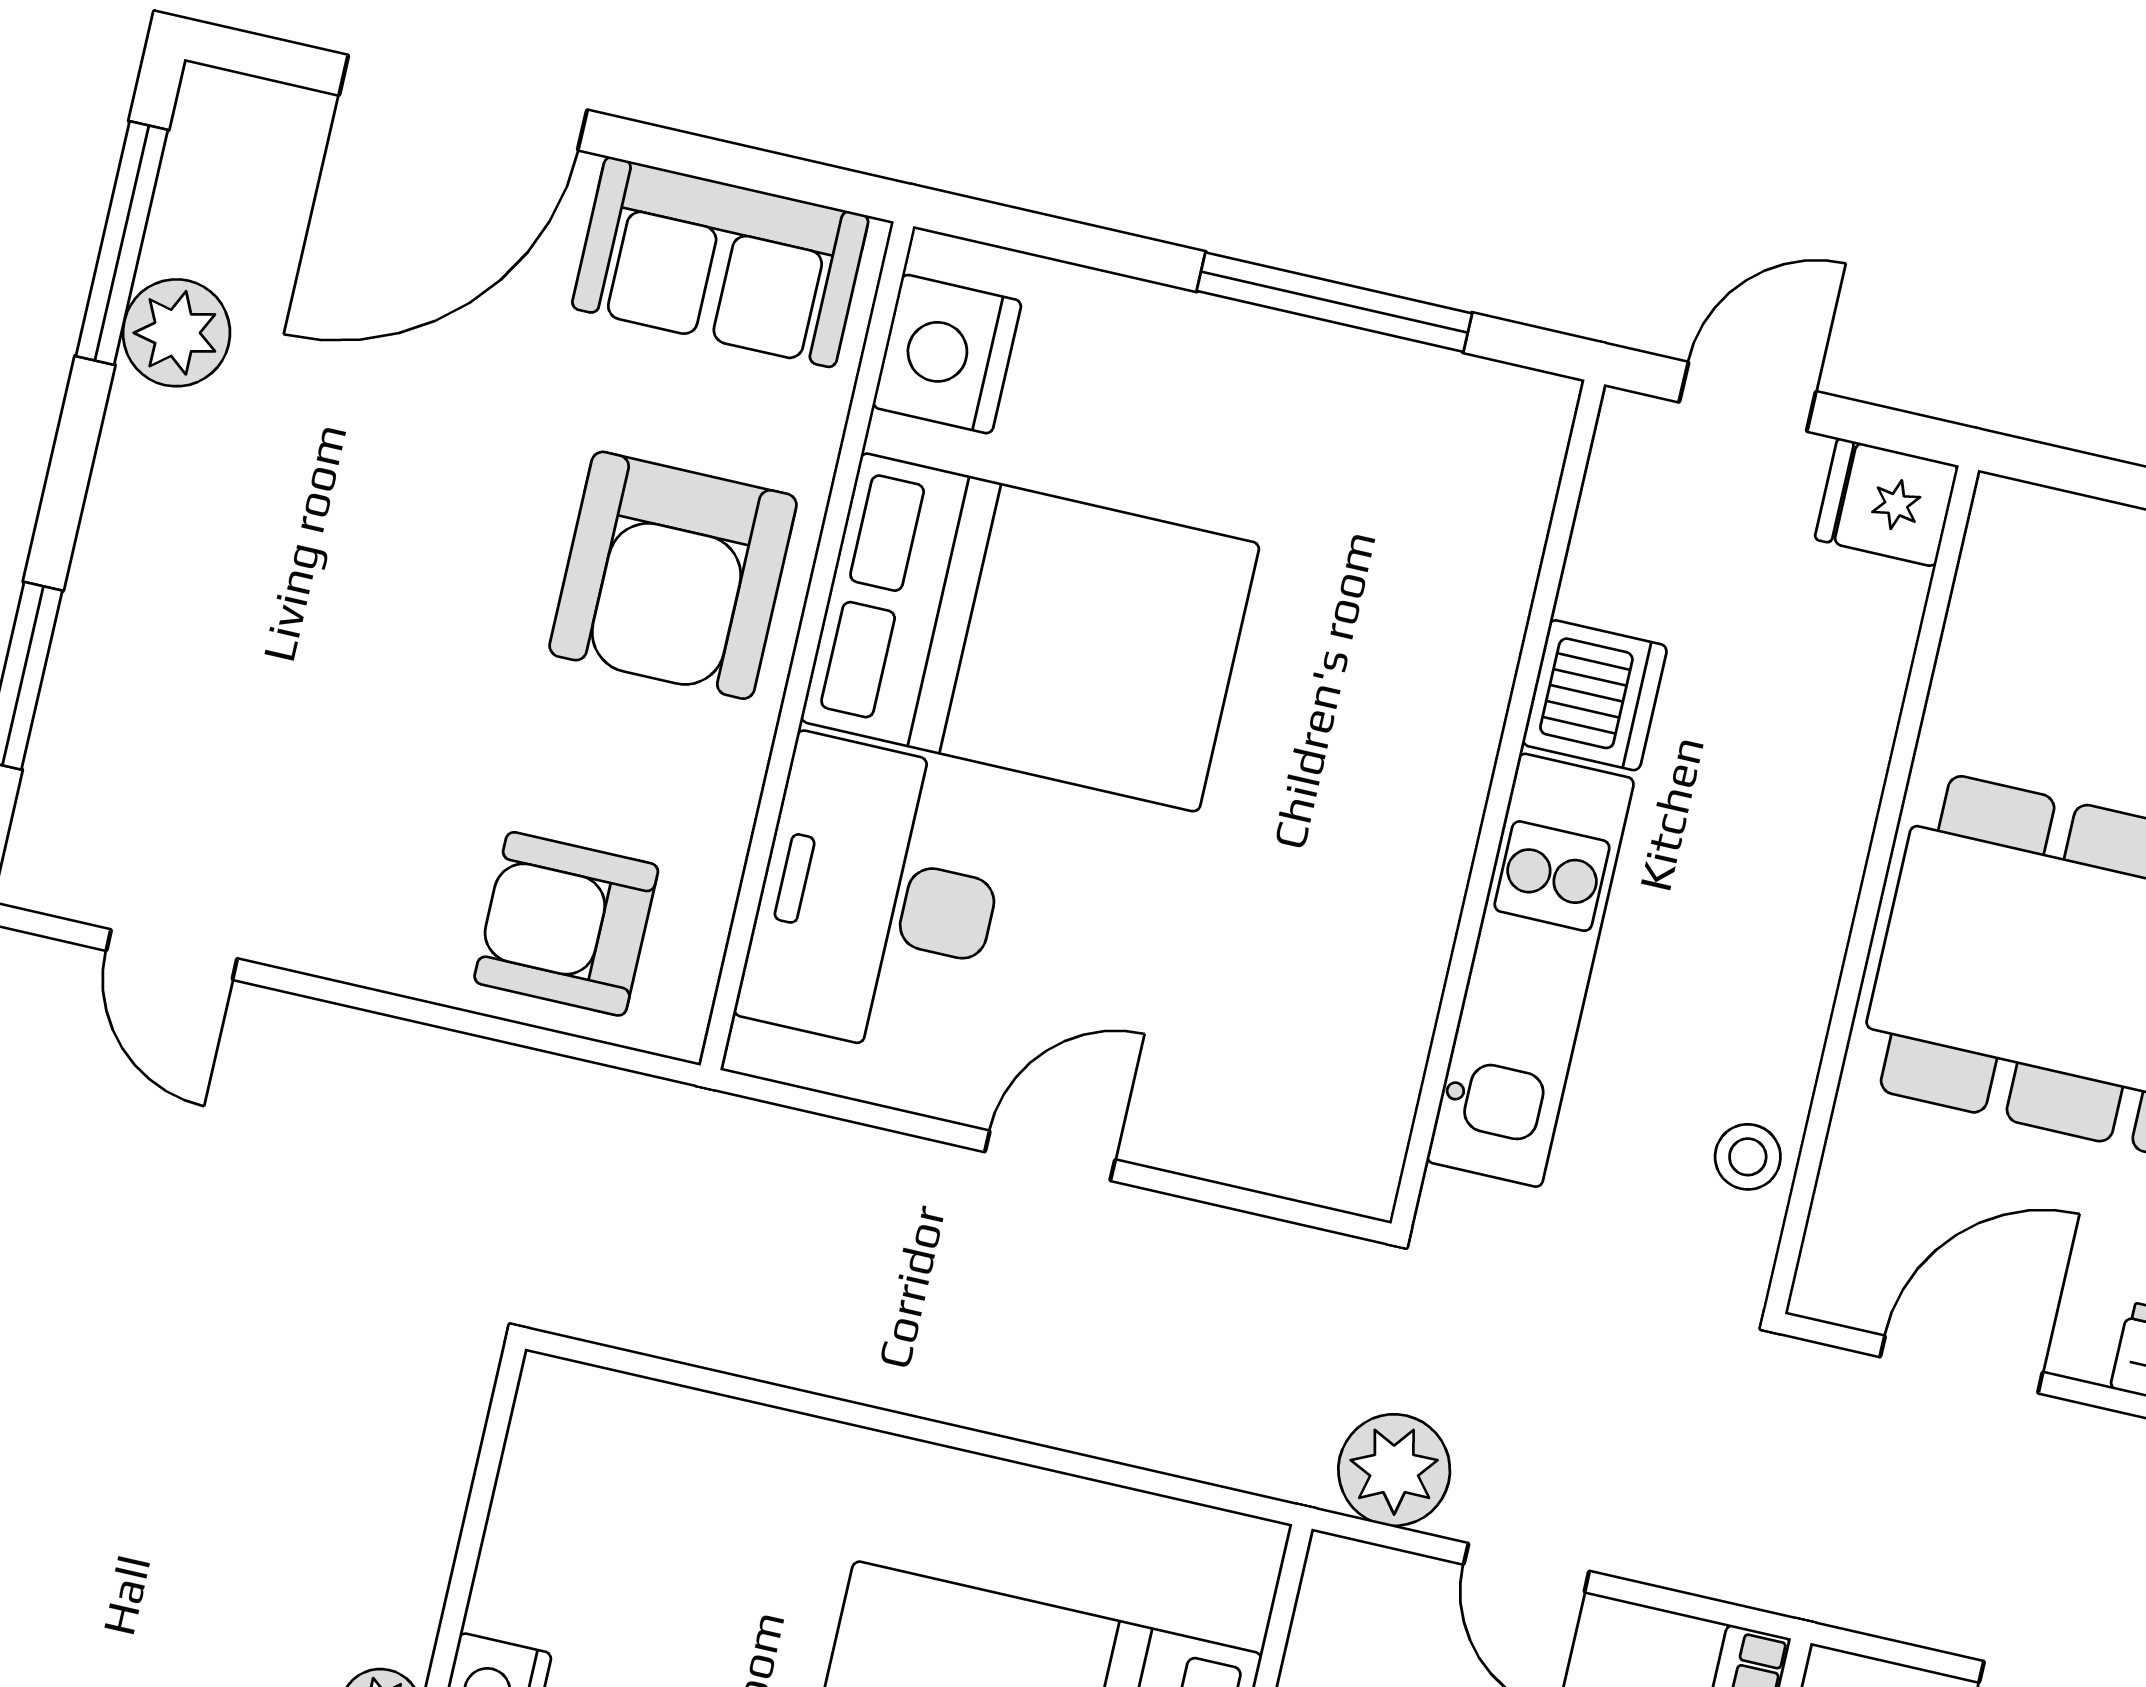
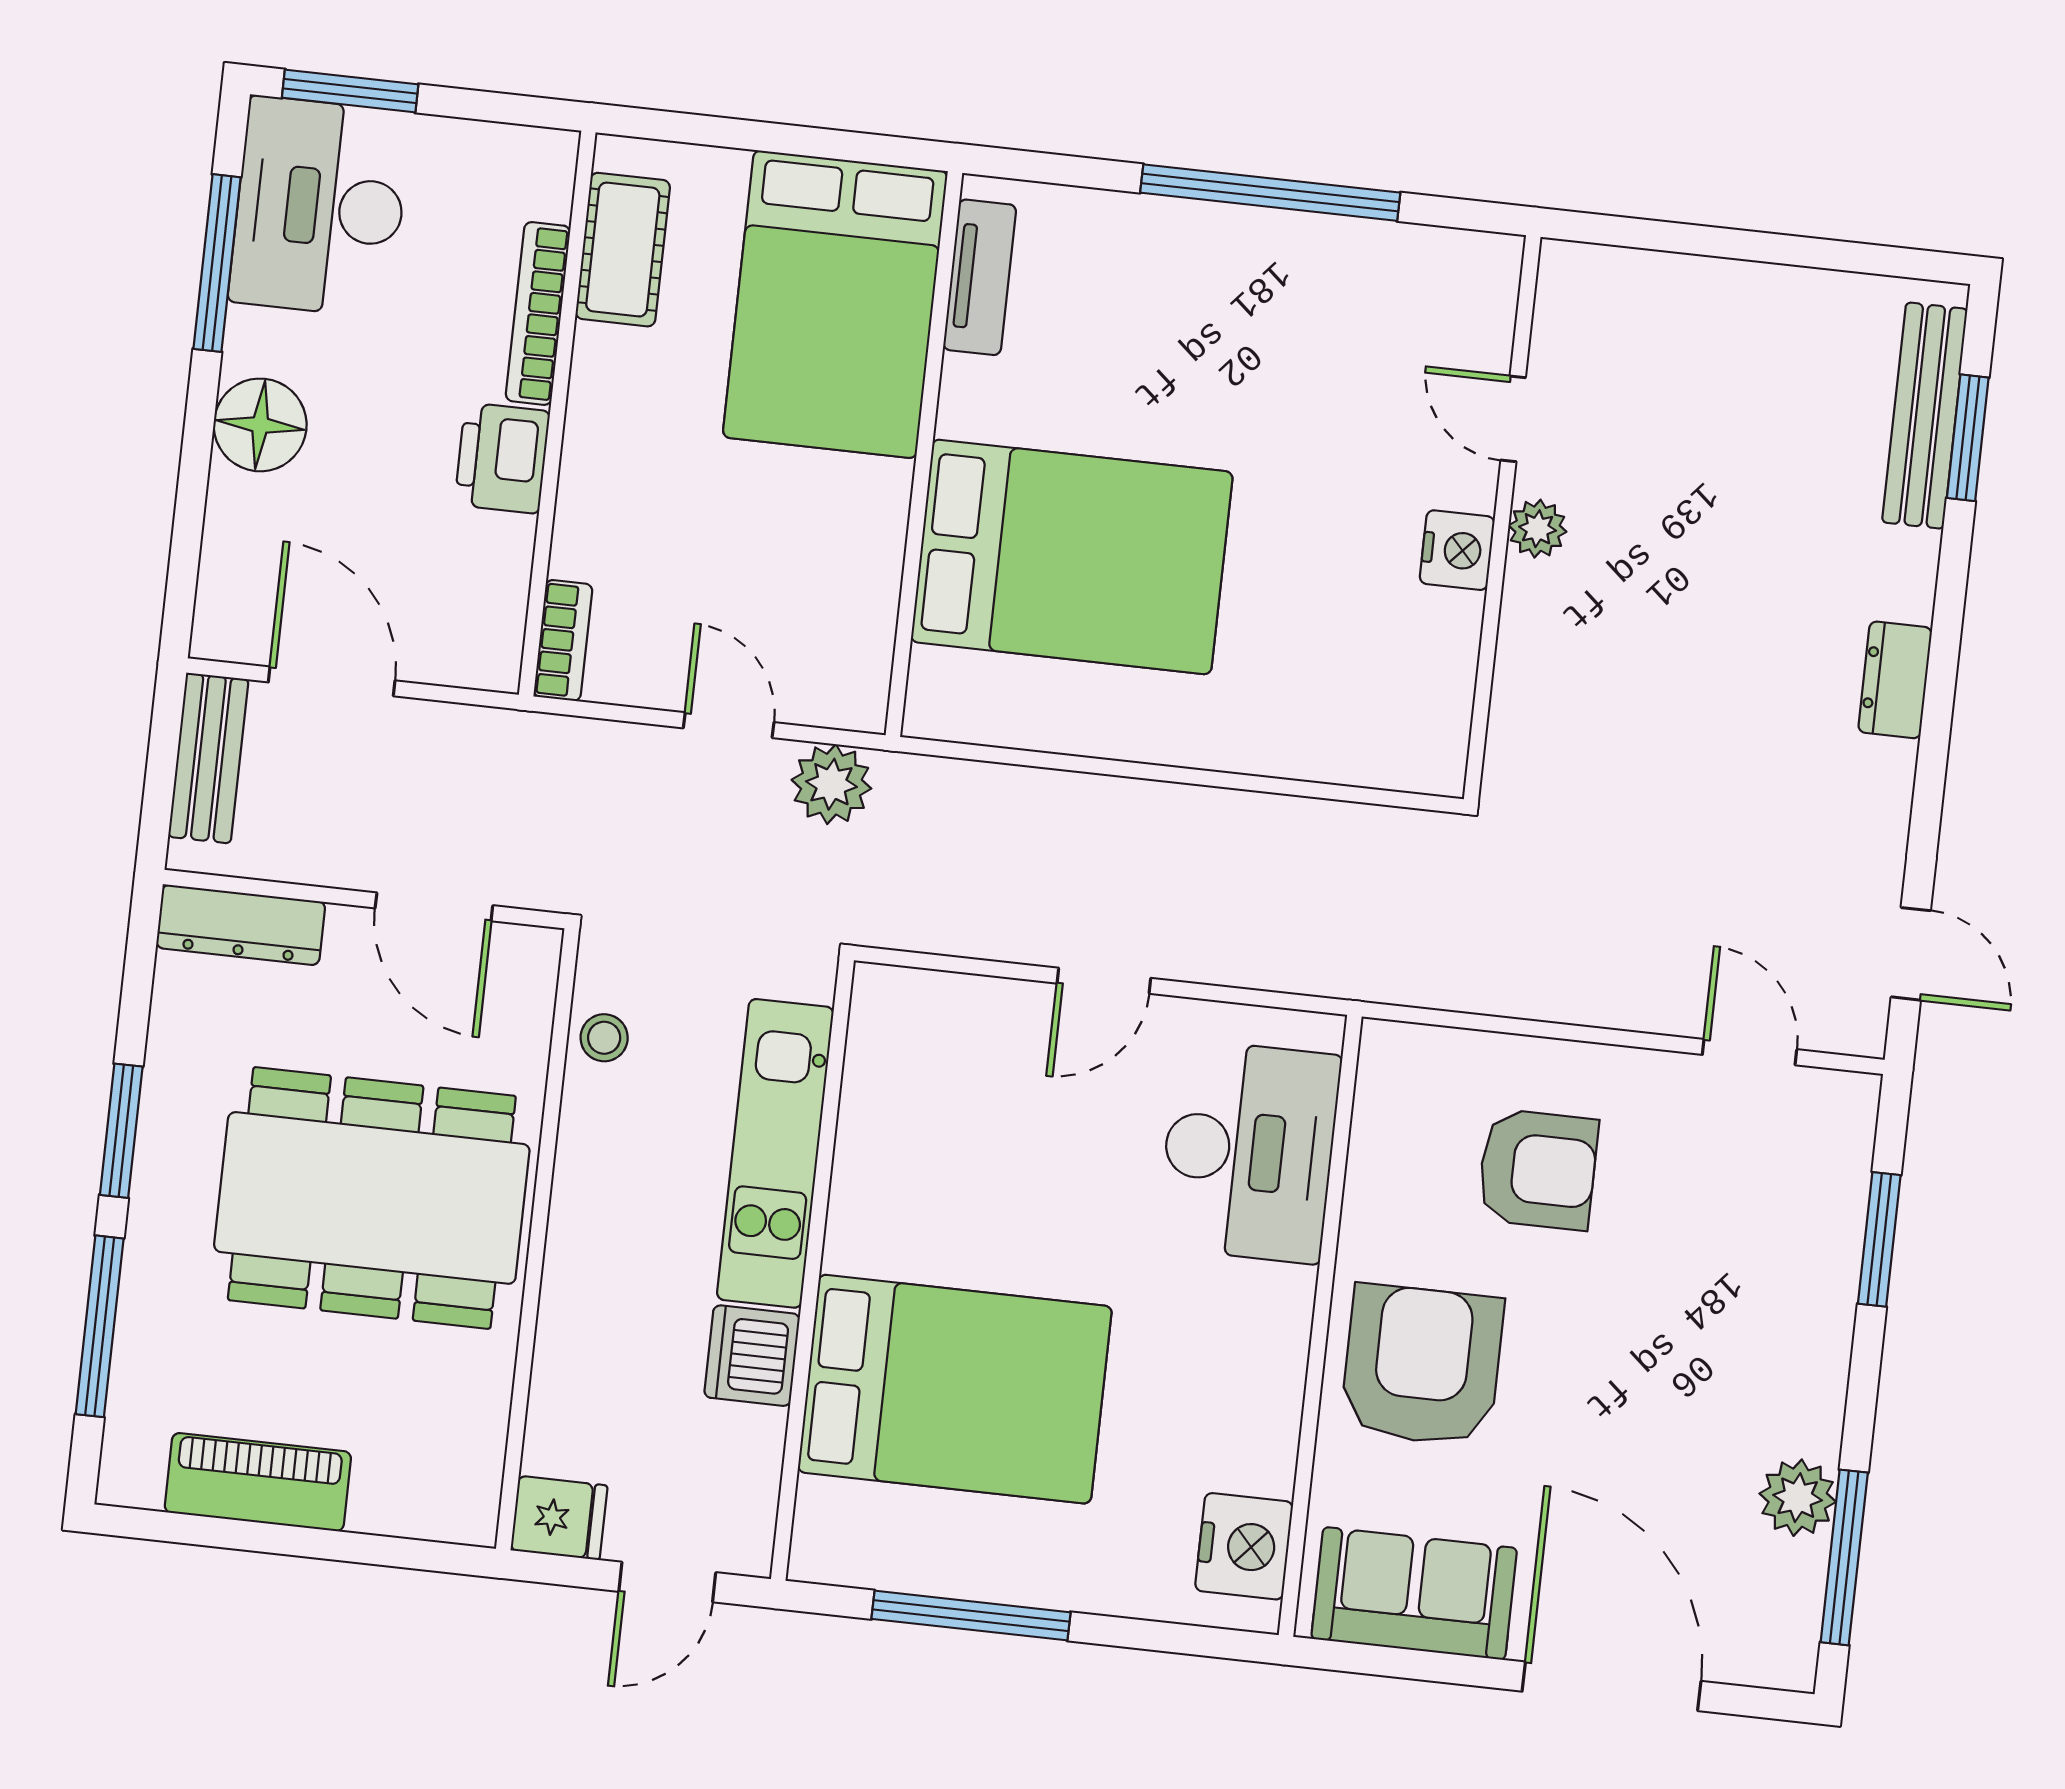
door: (463, 103) -> (1611, 1686), hinge flipped
bed: (1030, 632) -> (955, 1389), moved, turned 180
armchair: (566, 924) -> (1538, 1169), moved
door: (1961, 1364) -> (434, 907), hinge flipped

